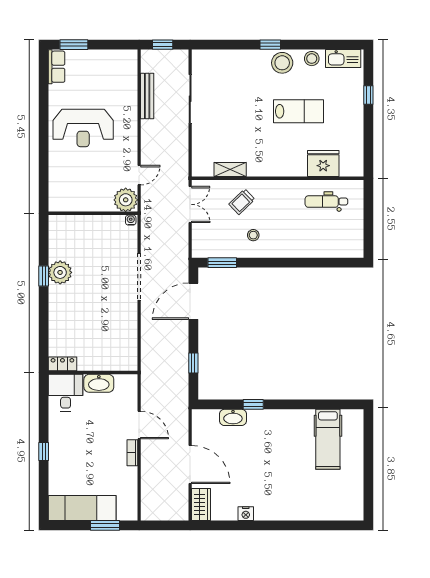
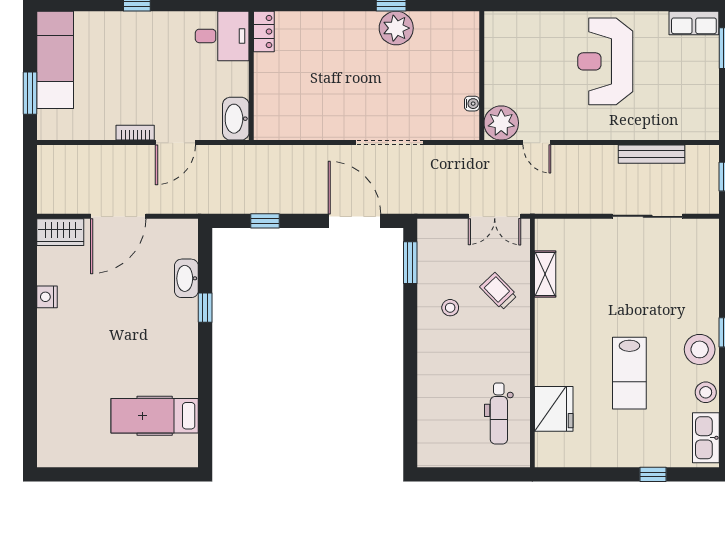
dental chair: (326, 202) -> (499, 413), turned 180
water cooler: (131, 220) -> (472, 104), moved
washbasin: (99, 383) -> (236, 119), moved

